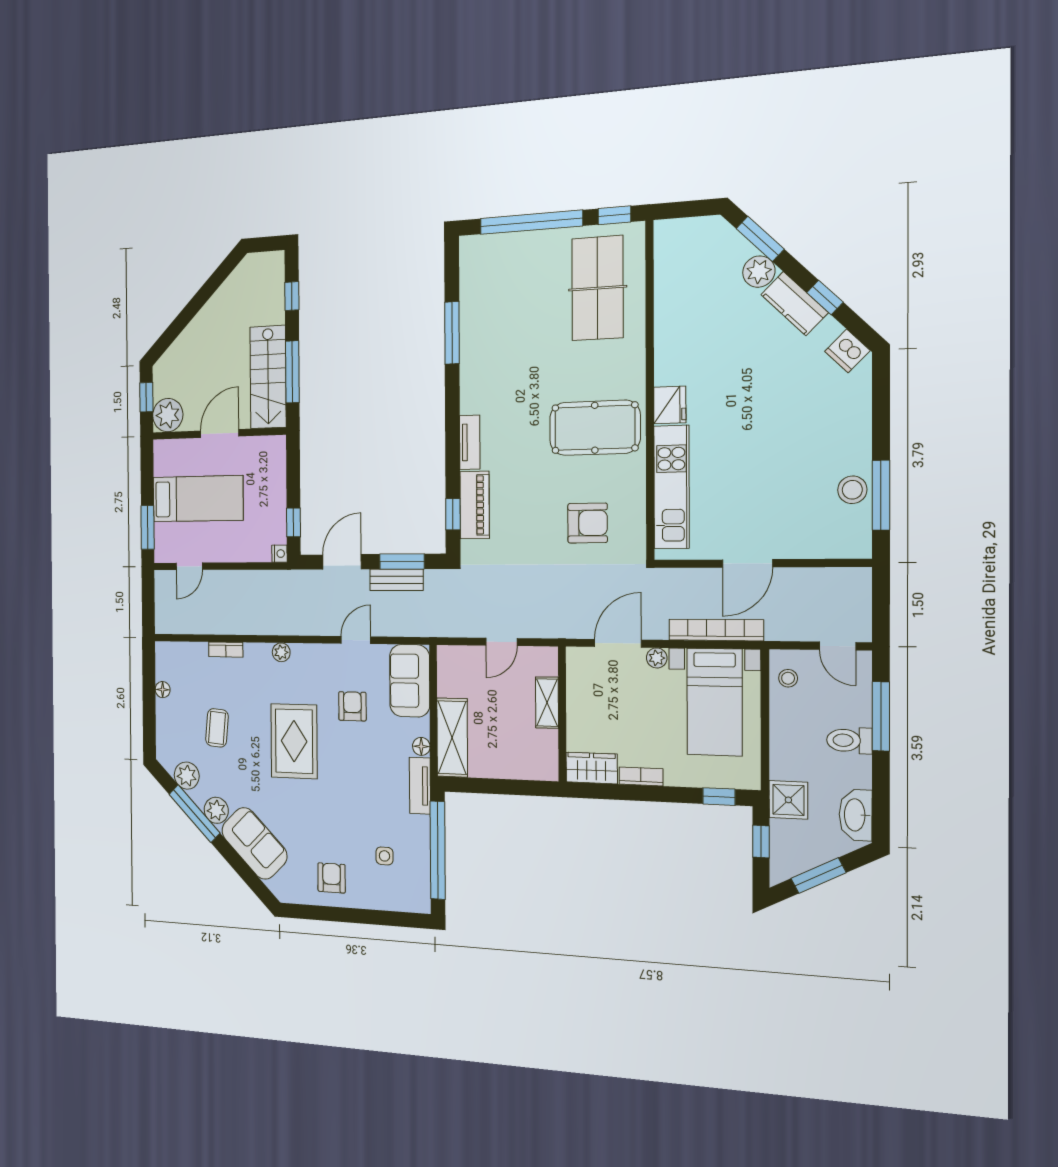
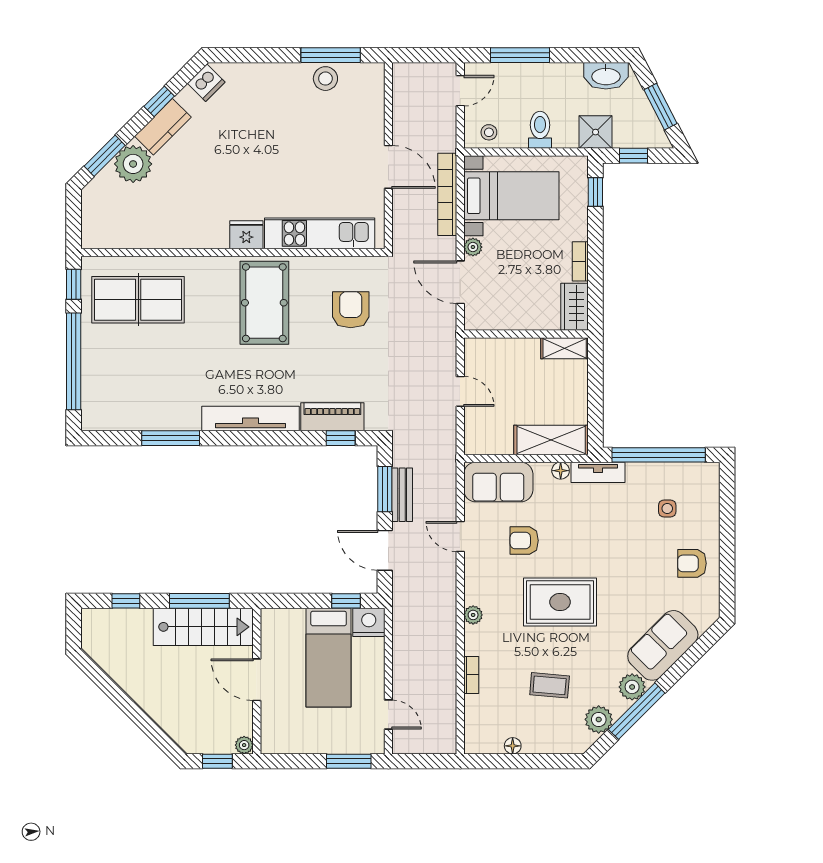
plant: (759, 272) -> (133, 164), width x1.36, depth x1.36
plant: (168, 415) -> (244, 745), width x0.53, depth x0.53
tv unit: (470, 442) -> (251, 418), width x1.92, depth x1.29
bed: (198, 499) -> (329, 658), moved, turned 180
nightstand: (279, 554) -> (369, 622), width x1.89, depth x1.79
shelving: (547, 703) -> (565, 348), moved
toilet: (849, 740) -> (540, 130), moved, turned 180

